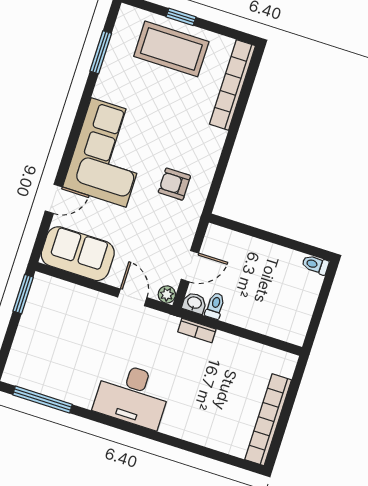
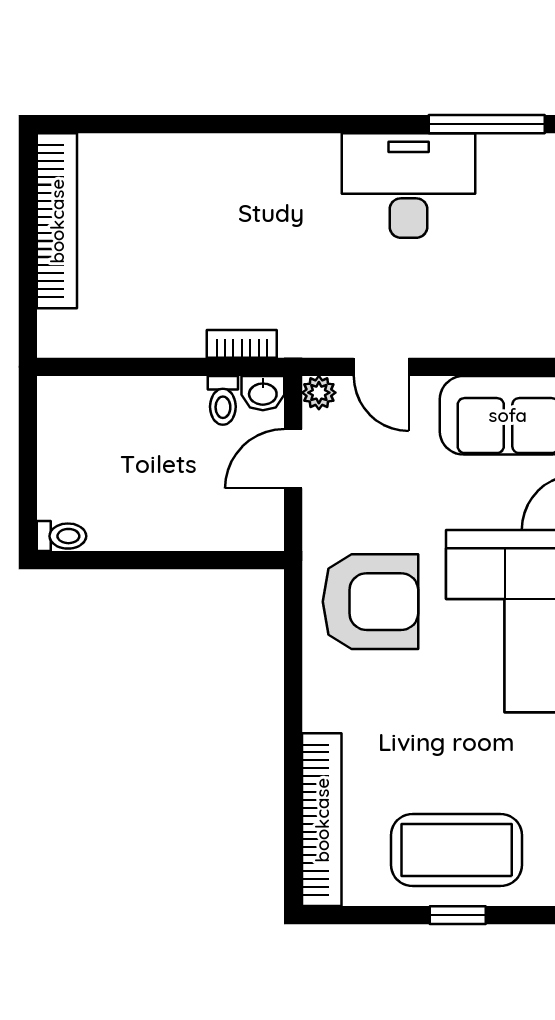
armchair: (174, 184) -> (371, 602), width x1.88, depth x1.88
desk: (132, 395) -> (409, 186), moved

